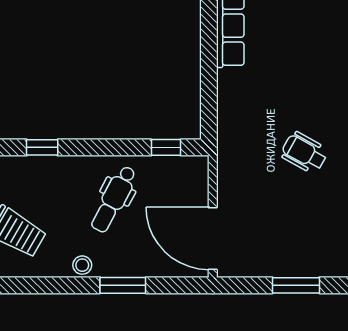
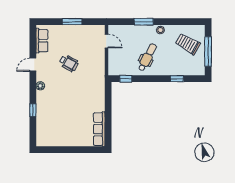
wheelchair: (304, 153) -> (69, 63), moved
door: (213, 238) -> (106, 41), width x0.53

